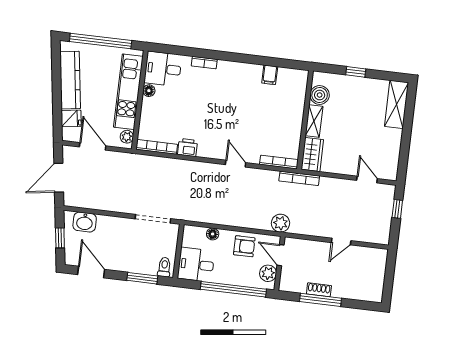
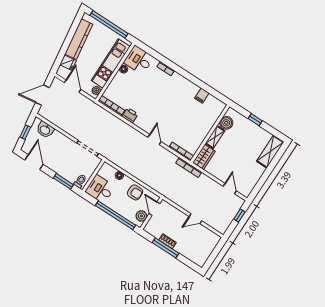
plant: (280, 223) -> (164, 189), removed

